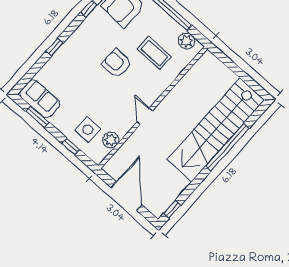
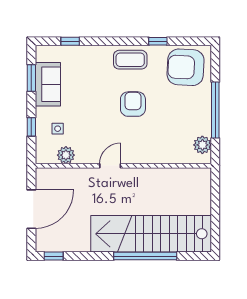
window: (55, 47) -> (70, 41), moved
coffee table: (154, 53) -> (130, 60), moved, turned 90
sofa: (40, 99) -> (48, 84), moved
side table: (88, 130) -> (58, 129), width x0.54, depth x0.54

